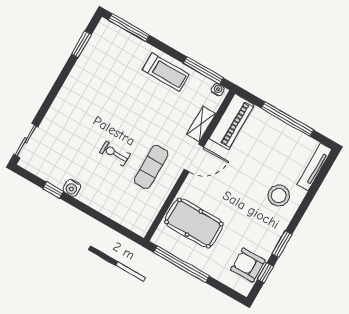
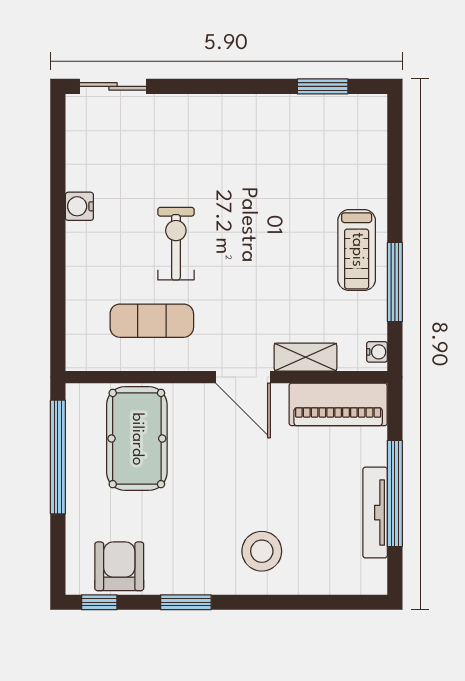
window: (129, 28) -> (395, 148), removed
window: (203, 71) -> (395, 282), moved
exercise bike: (115, 153) -> (176, 244), width x1.38, depth x1.39
exercise mat: (151, 167) -> (152, 321), moved
tv unit: (314, 167) -> (375, 513), moved, turned -90
window: (53, 190) -> (58, 178), removed
window: (265, 273) -> (99, 602), moved

